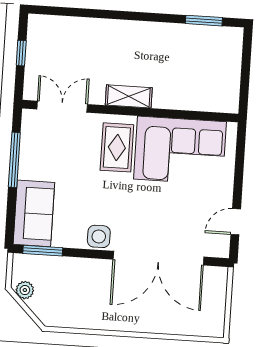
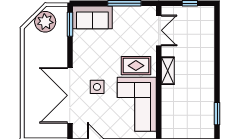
side table: (99, 236) -> (97, 87), moved
plant: (25, 290) -> (45, 22), width x1.88, depth x1.88

